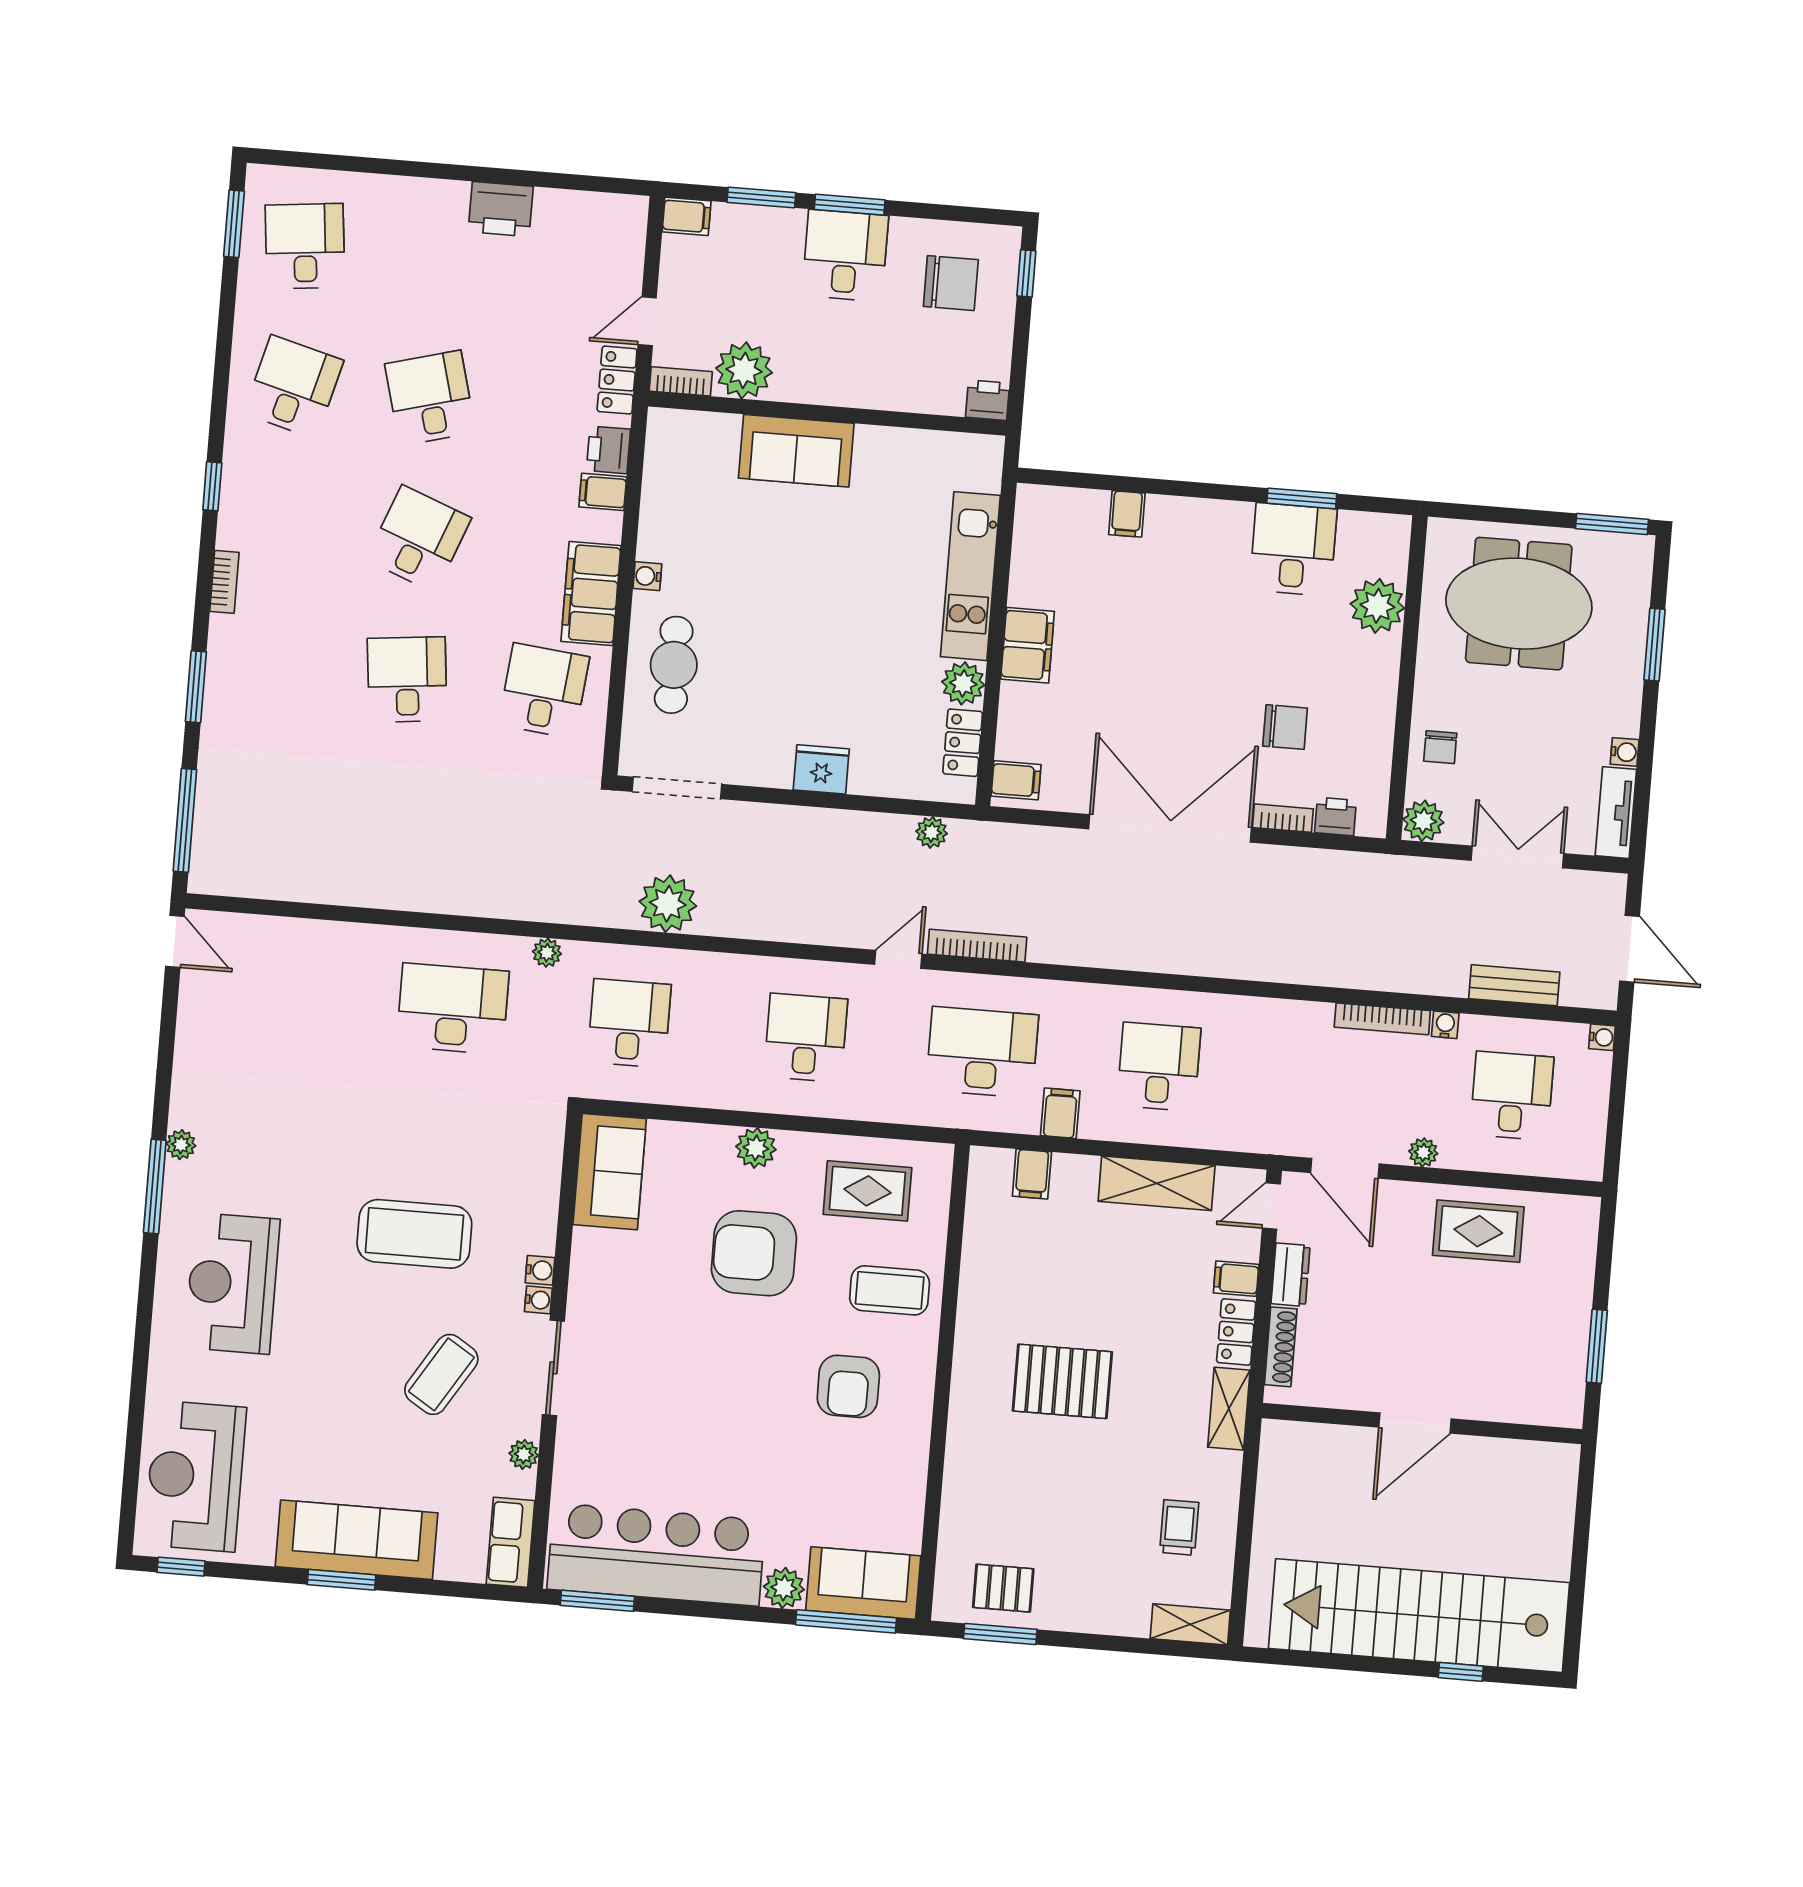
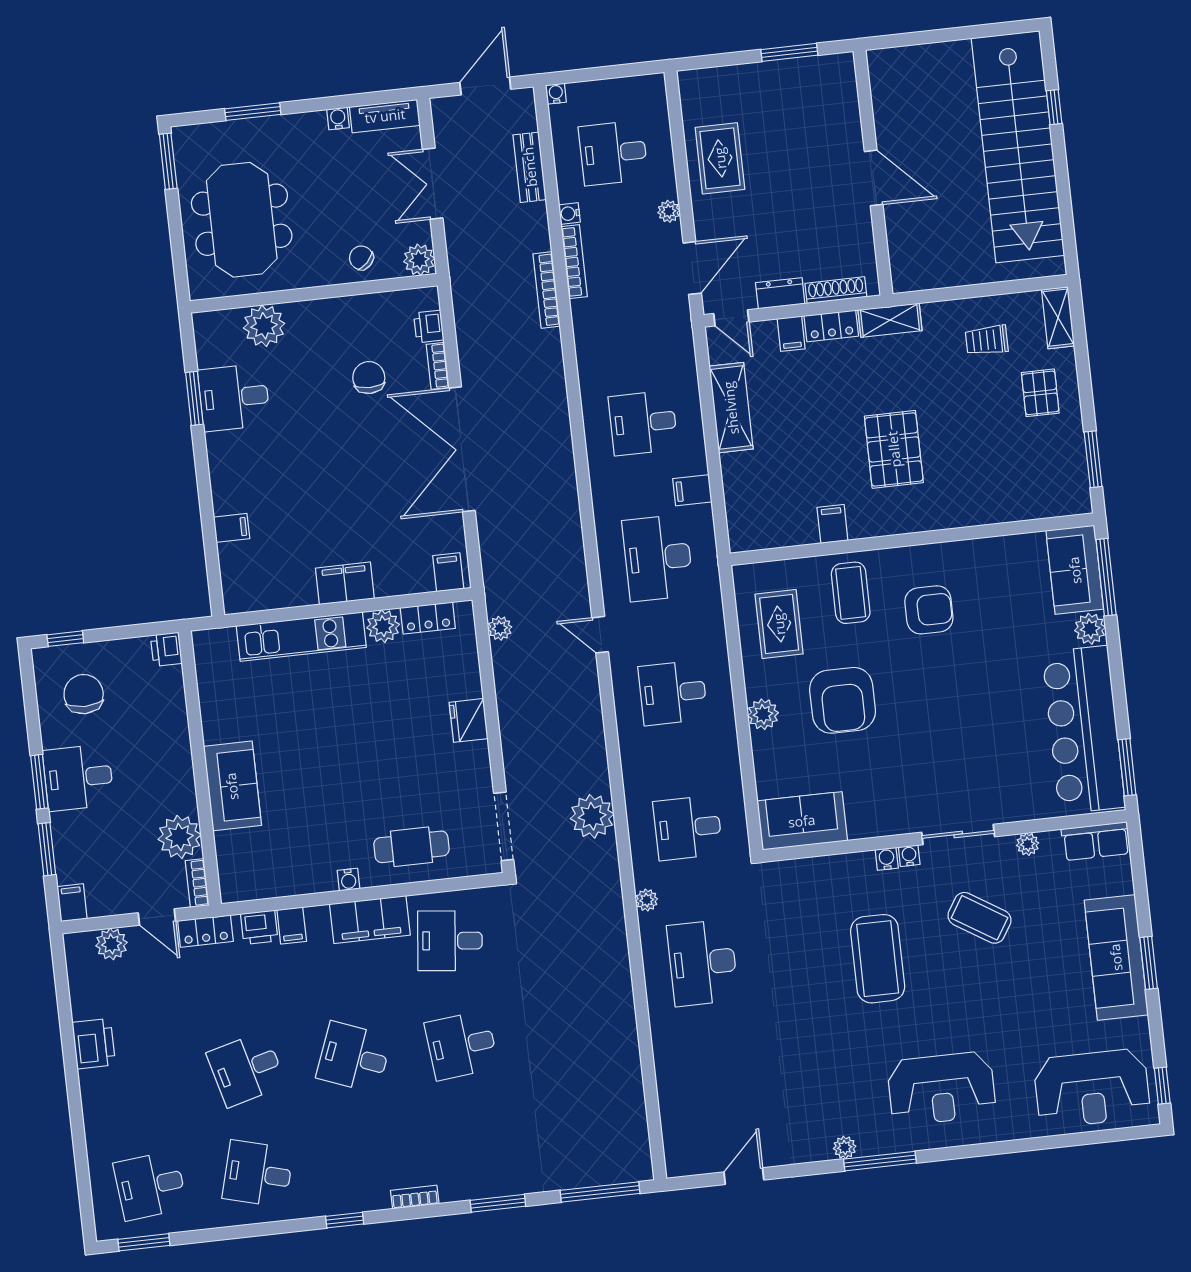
plant: (624, 257) -> (112, 944), added
chair: (1440, 747) -> (361, 258), turned -135
door: (175, 941) -> (744, 1176), moved
bookcase: (977, 946) -> (547, 290), moved
filing cabinet: (1032, 1174) -> (832, 524), moved, turned -90
pallet: (1003, 1588) -> (1040, 393), moved

